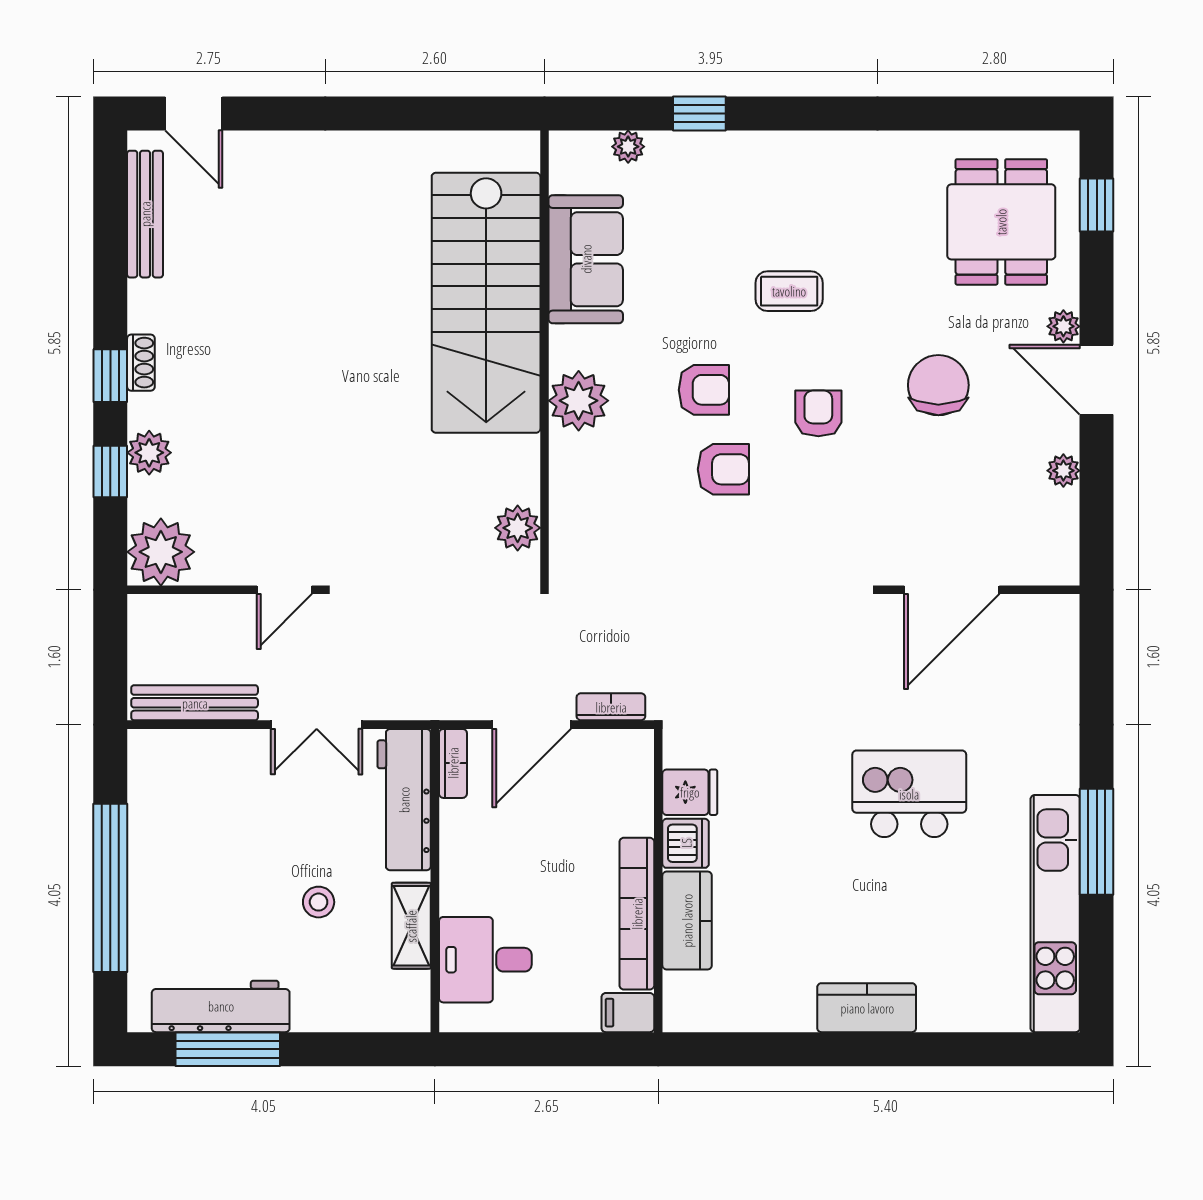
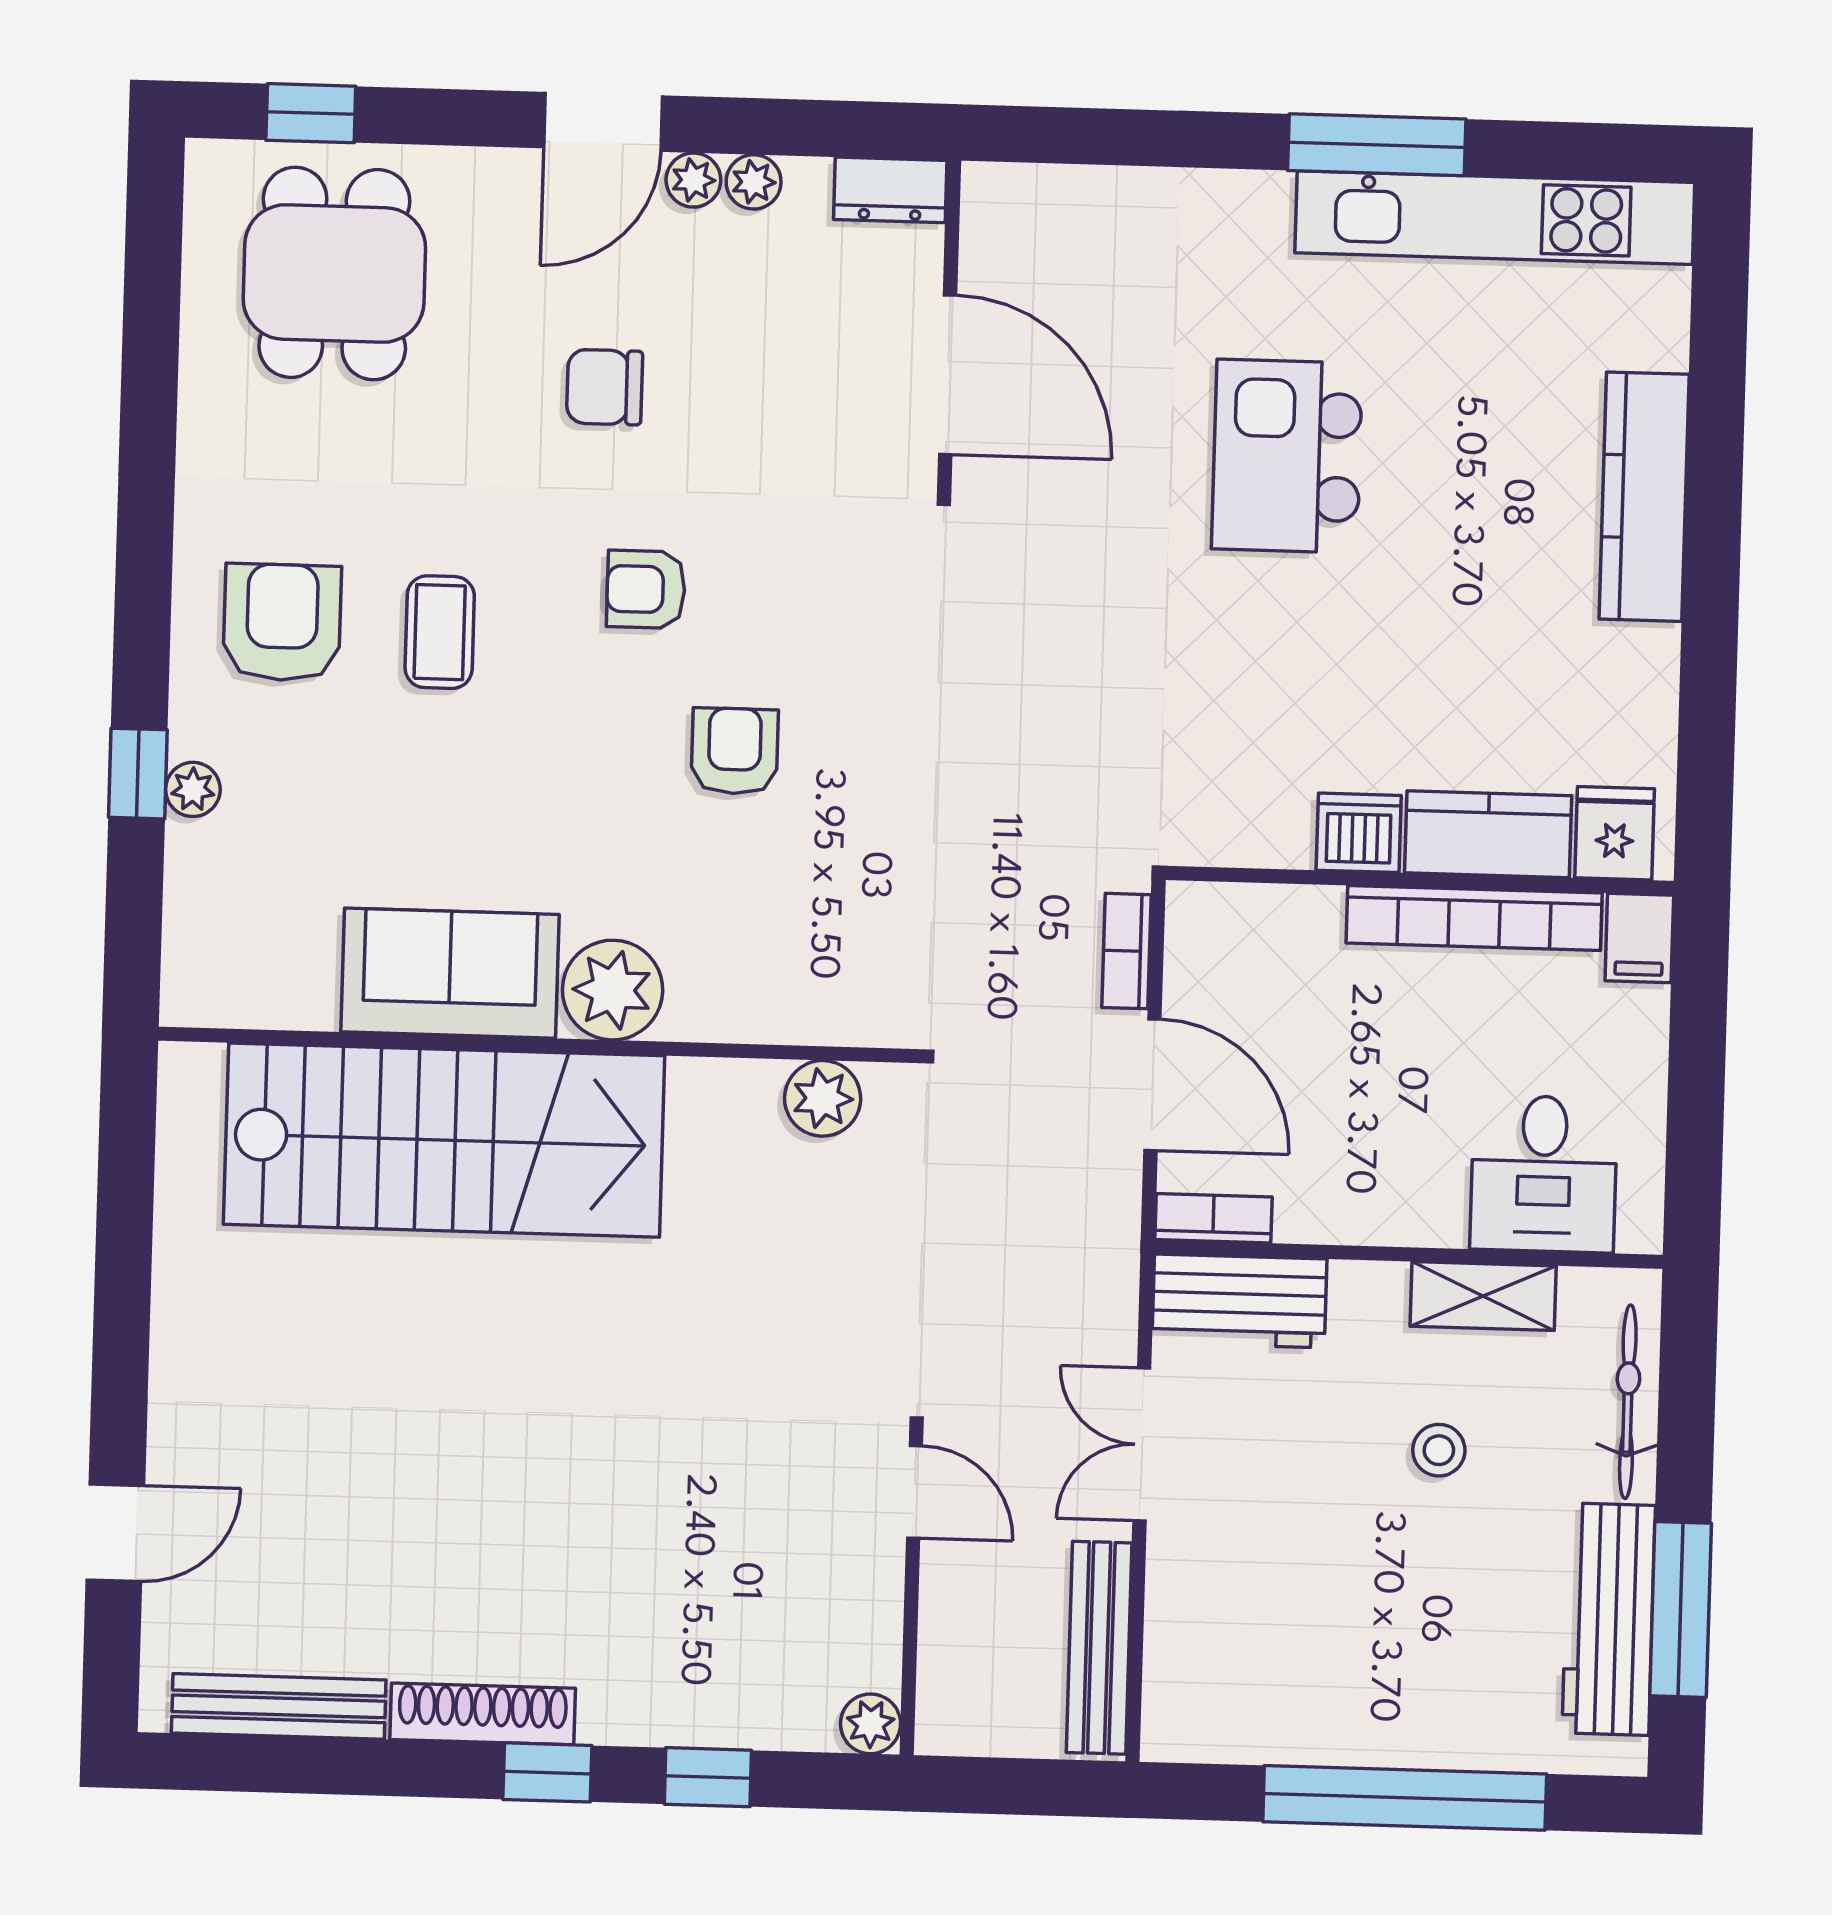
door: (194, 113) -> (115, 1533), moved
plant: (628, 147) -> (193, 789), moved
dining table: (1001, 222) -> (334, 273), turned 90
sofa: (586, 259) -> (450, 973), moved
plant: (1063, 326) -> (693, 180), moved
shoe rack: (141, 363) -> (483, 1714), width x1.94, depth x1.24
chair: (938, 385) -> (605, 387), width x0.73, depth x0.73
armchair: (704, 390) -> (282, 622), moved, width x1.38, depth x1.38
plant: (149, 453) -> (678, 1711), removed
plant: (161, 552) -> (871, 1724), width x0.53, depth x0.53
dresser: (1061, 552) -> (890, 190), added
double door: (317, 725) -> (1142, 1445), swing flipped
fridge: (690, 792) -> (1615, 833), moved
workbench: (404, 800) -> (1239, 1301), width x0.73
kitchen counter: (867, 1008) -> (1644, 497), width x1.50
bicycle: (351, 1014) -> (1628, 1402), added

